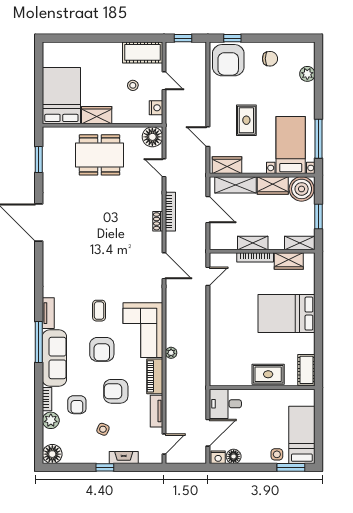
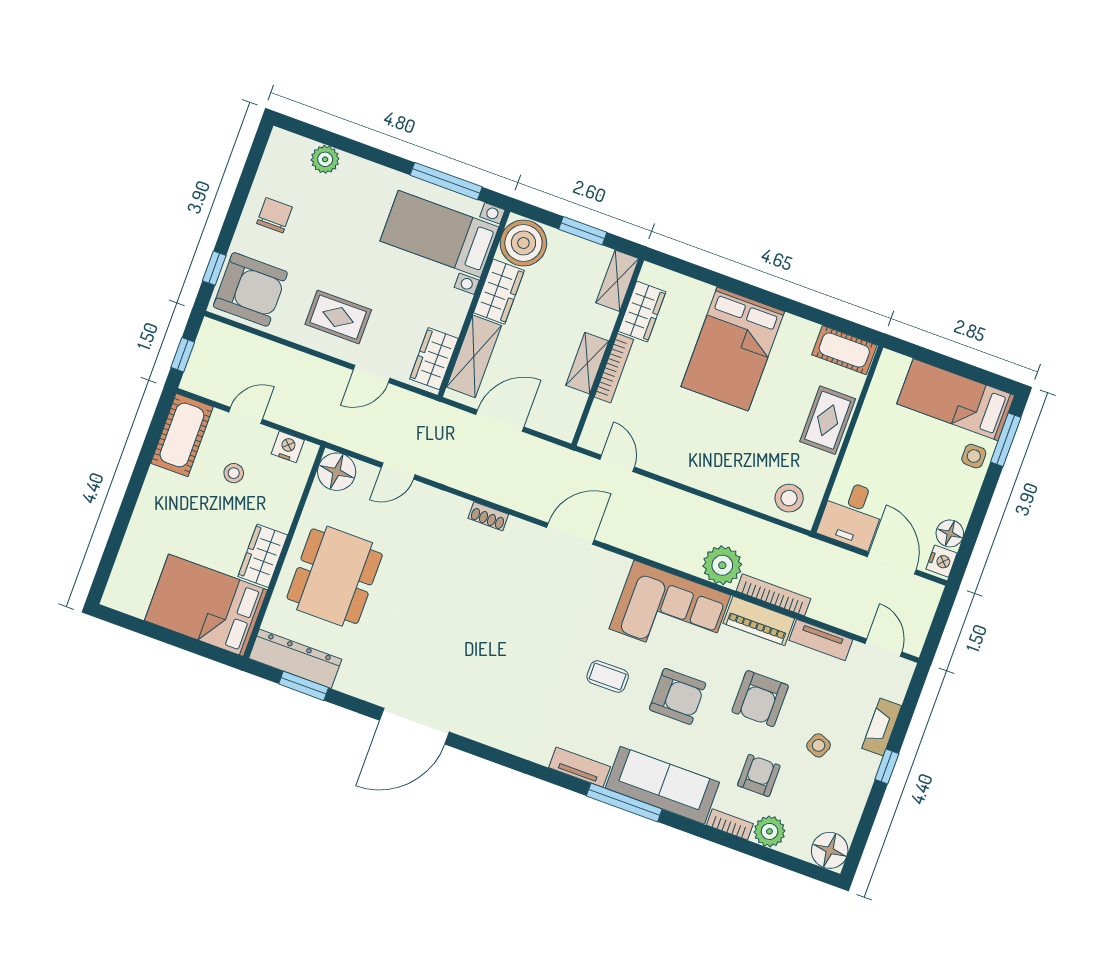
rug: (246, 120) -> (338, 317), moved
dresser: (51, 150) -> (295, 659), added
bookcase: (170, 212) -> (773, 595), moved
plant: (171, 353) -> (722, 565), width x1.88, depth x1.88
stool: (222, 369) -> (789, 498), added
armchair: (77, 405) -> (759, 776), turned -90

